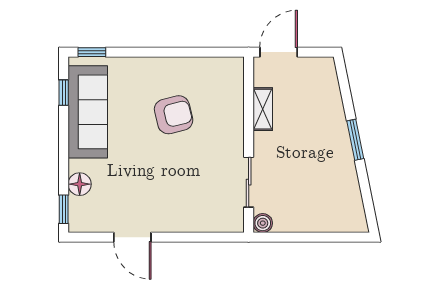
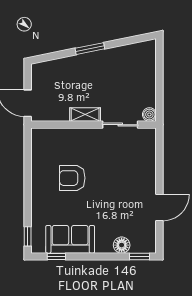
shelving: (263, 109) -> (85, 114), moved
sofa: (88, 112) -> (70, 239), width x0.73
armchair: (174, 115) -> (72, 178), turned -76

